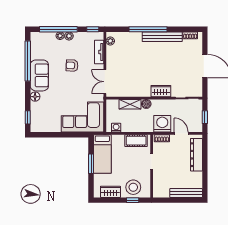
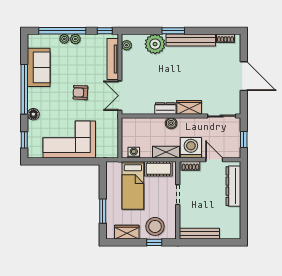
window: (148, 29) -> (173, 31), width x0.47
plant: (133, 40) -> (155, 44), added
tv unit: (99, 52) -> (113, 59), width x1.41
window: (28, 61) -> (24, 89), moved
armchair: (72, 66) -> (80, 93), moved
sofa: (39, 75) -> (39, 67), moved
dresser: (142, 92) -> (165, 109), added
shelving: (130, 104) -> (166, 152), moved
corner sofa: (82, 117) -> (69, 140), moved
bed: (102, 154) -> (133, 185), moved
window: (91, 164) -> (103, 211), moved
bench: (186, 193) -> (199, 234), moved

